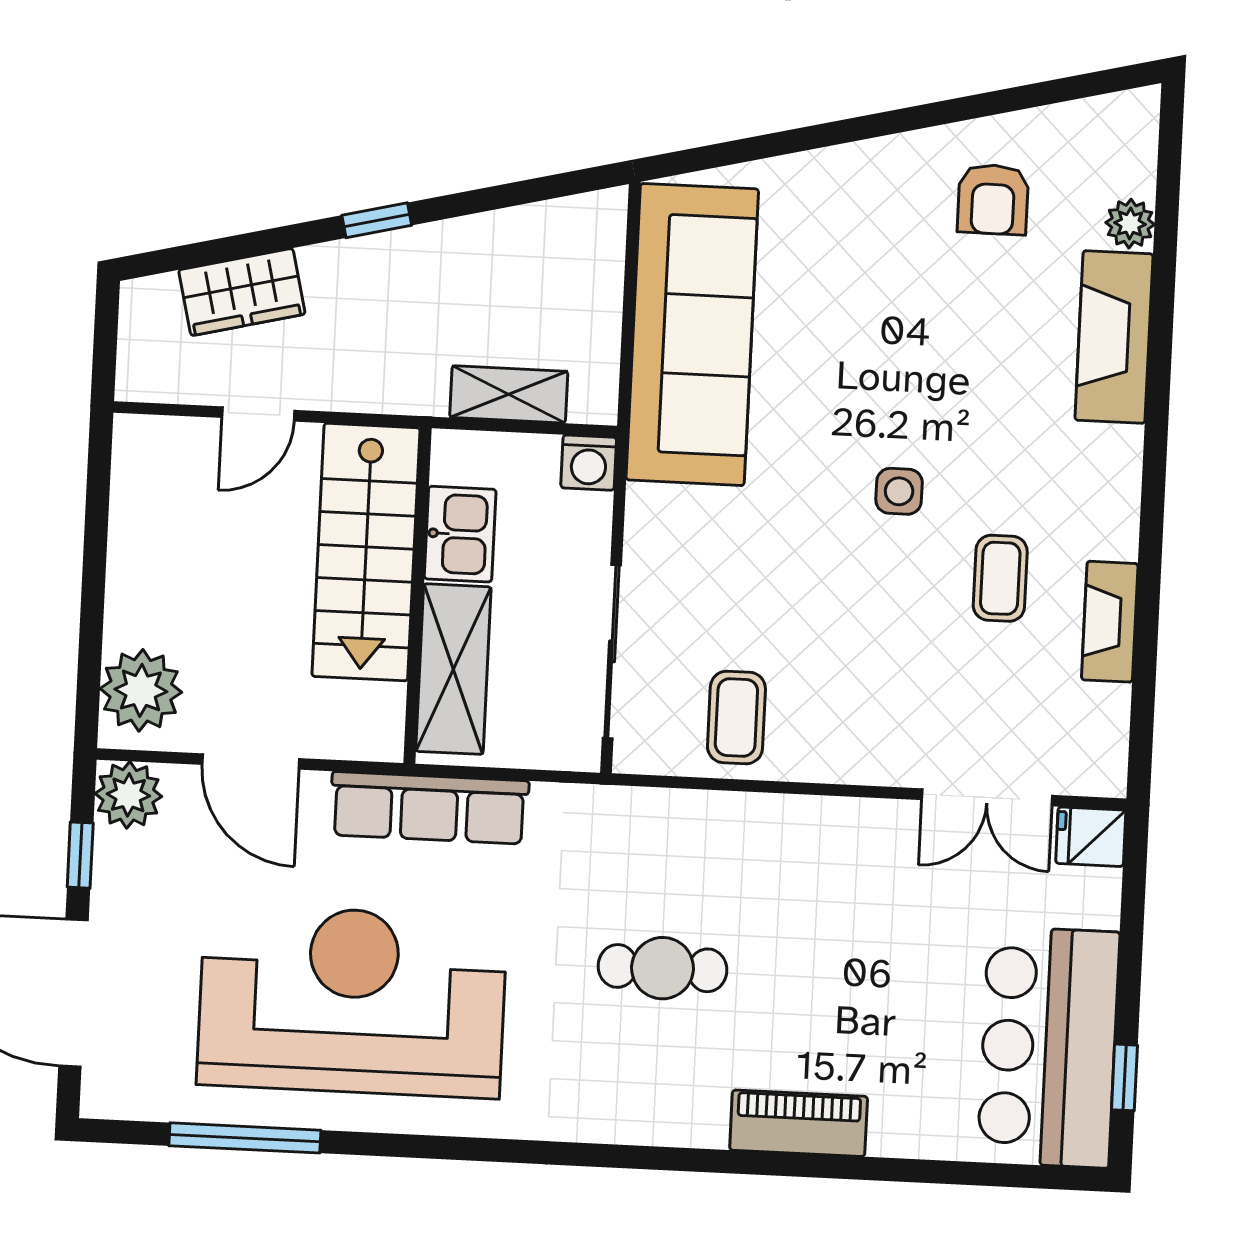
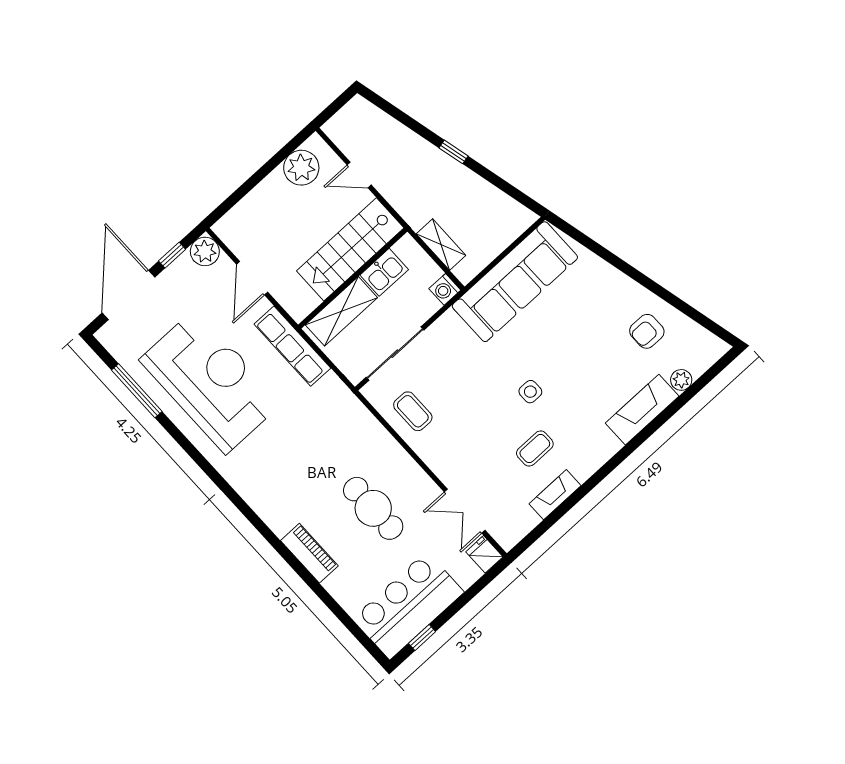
wardrobe: (242, 292) -> (391, 133), removed
plant: (141, 690) -> (301, 168), moved
coffee table: (736, 717) -> (413, 411), turned 90
cafe table: (662, 968) -> (373, 508), moved, width x1.37, depth x1.35

